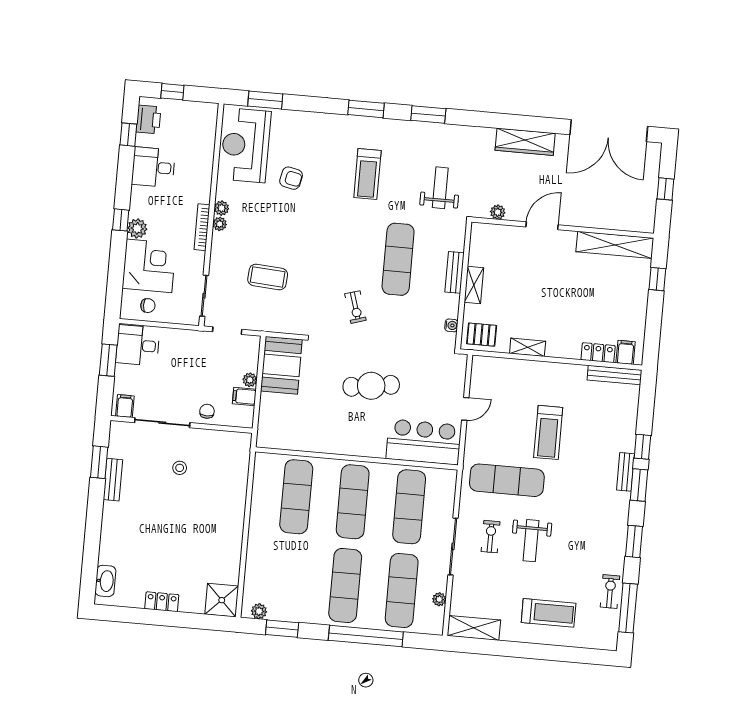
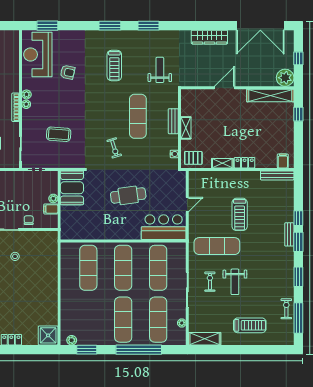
plant: (498, 212) -> (285, 78), moved, width x1.87, depth x1.87
locker: (598, 353) -> (245, 163), moved

